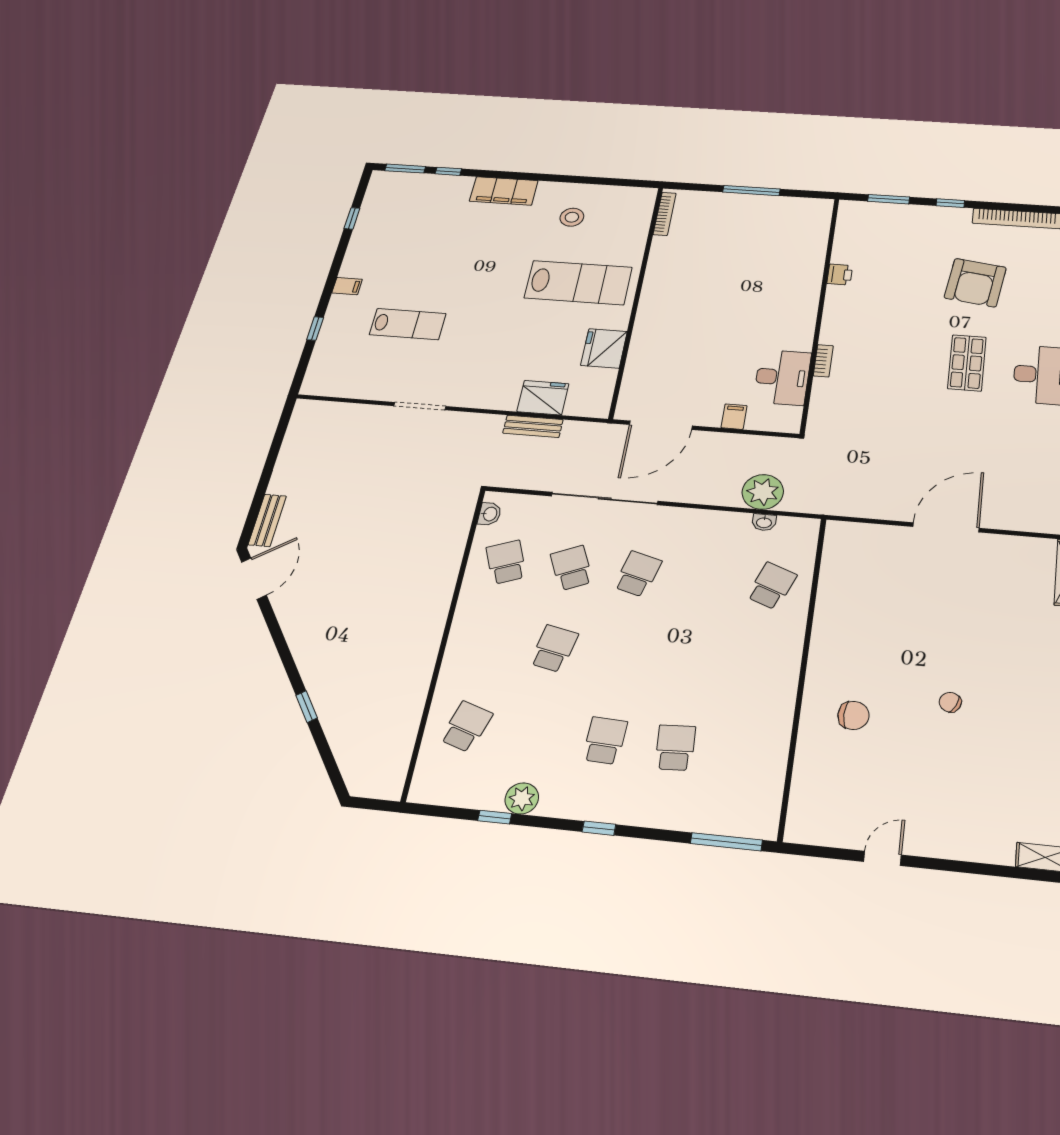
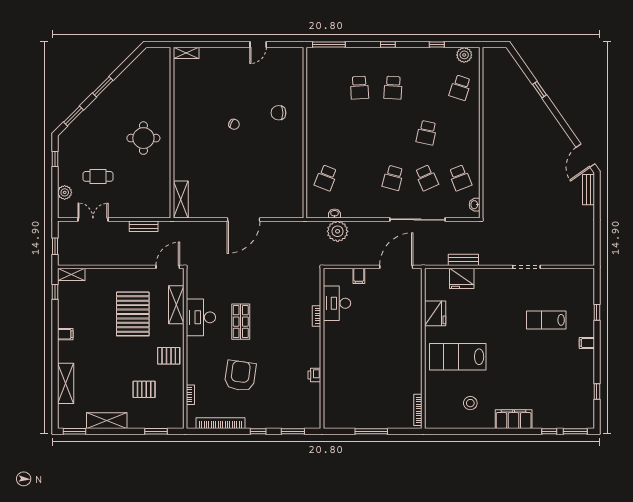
plant: (522, 798) -> (464, 55), moved

